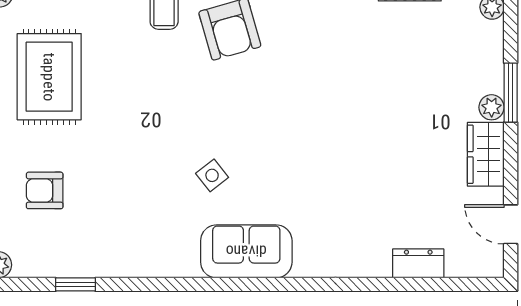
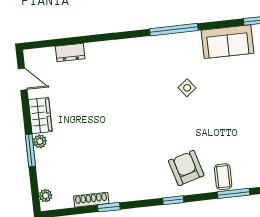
sofa: (246, 251) -> (228, 42), moved
window: (224, 284) -> (174, 30), added

